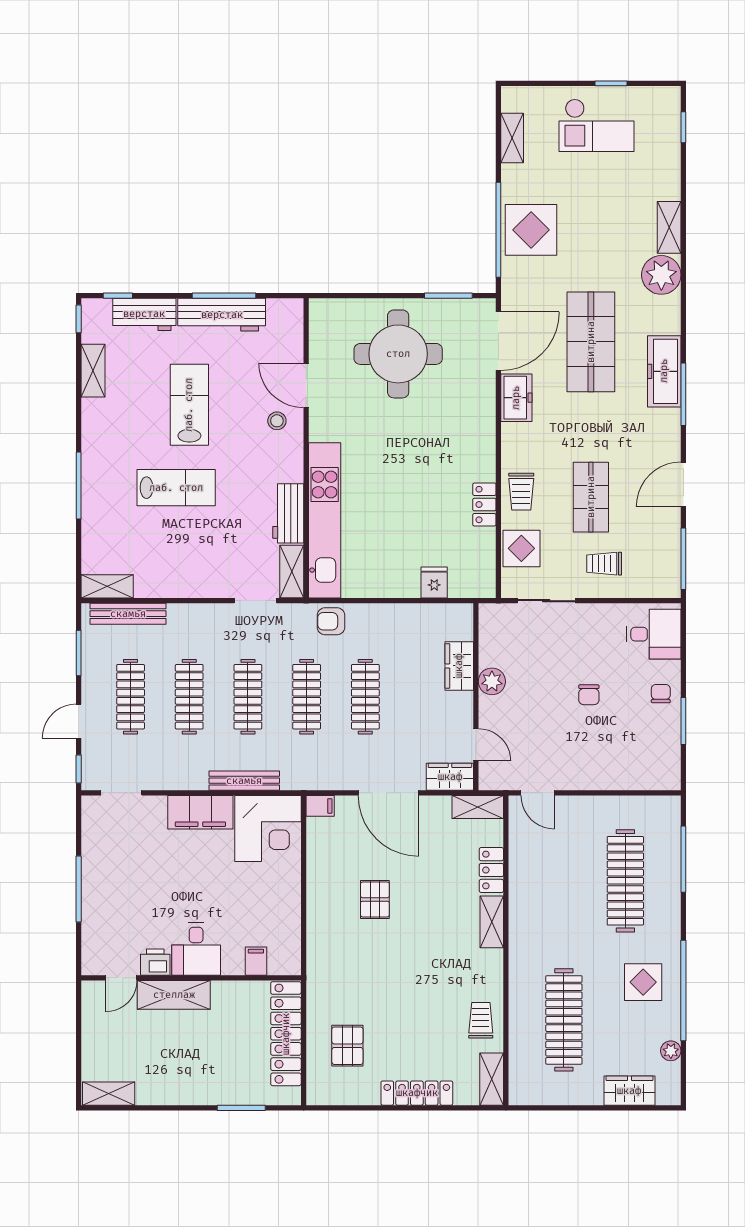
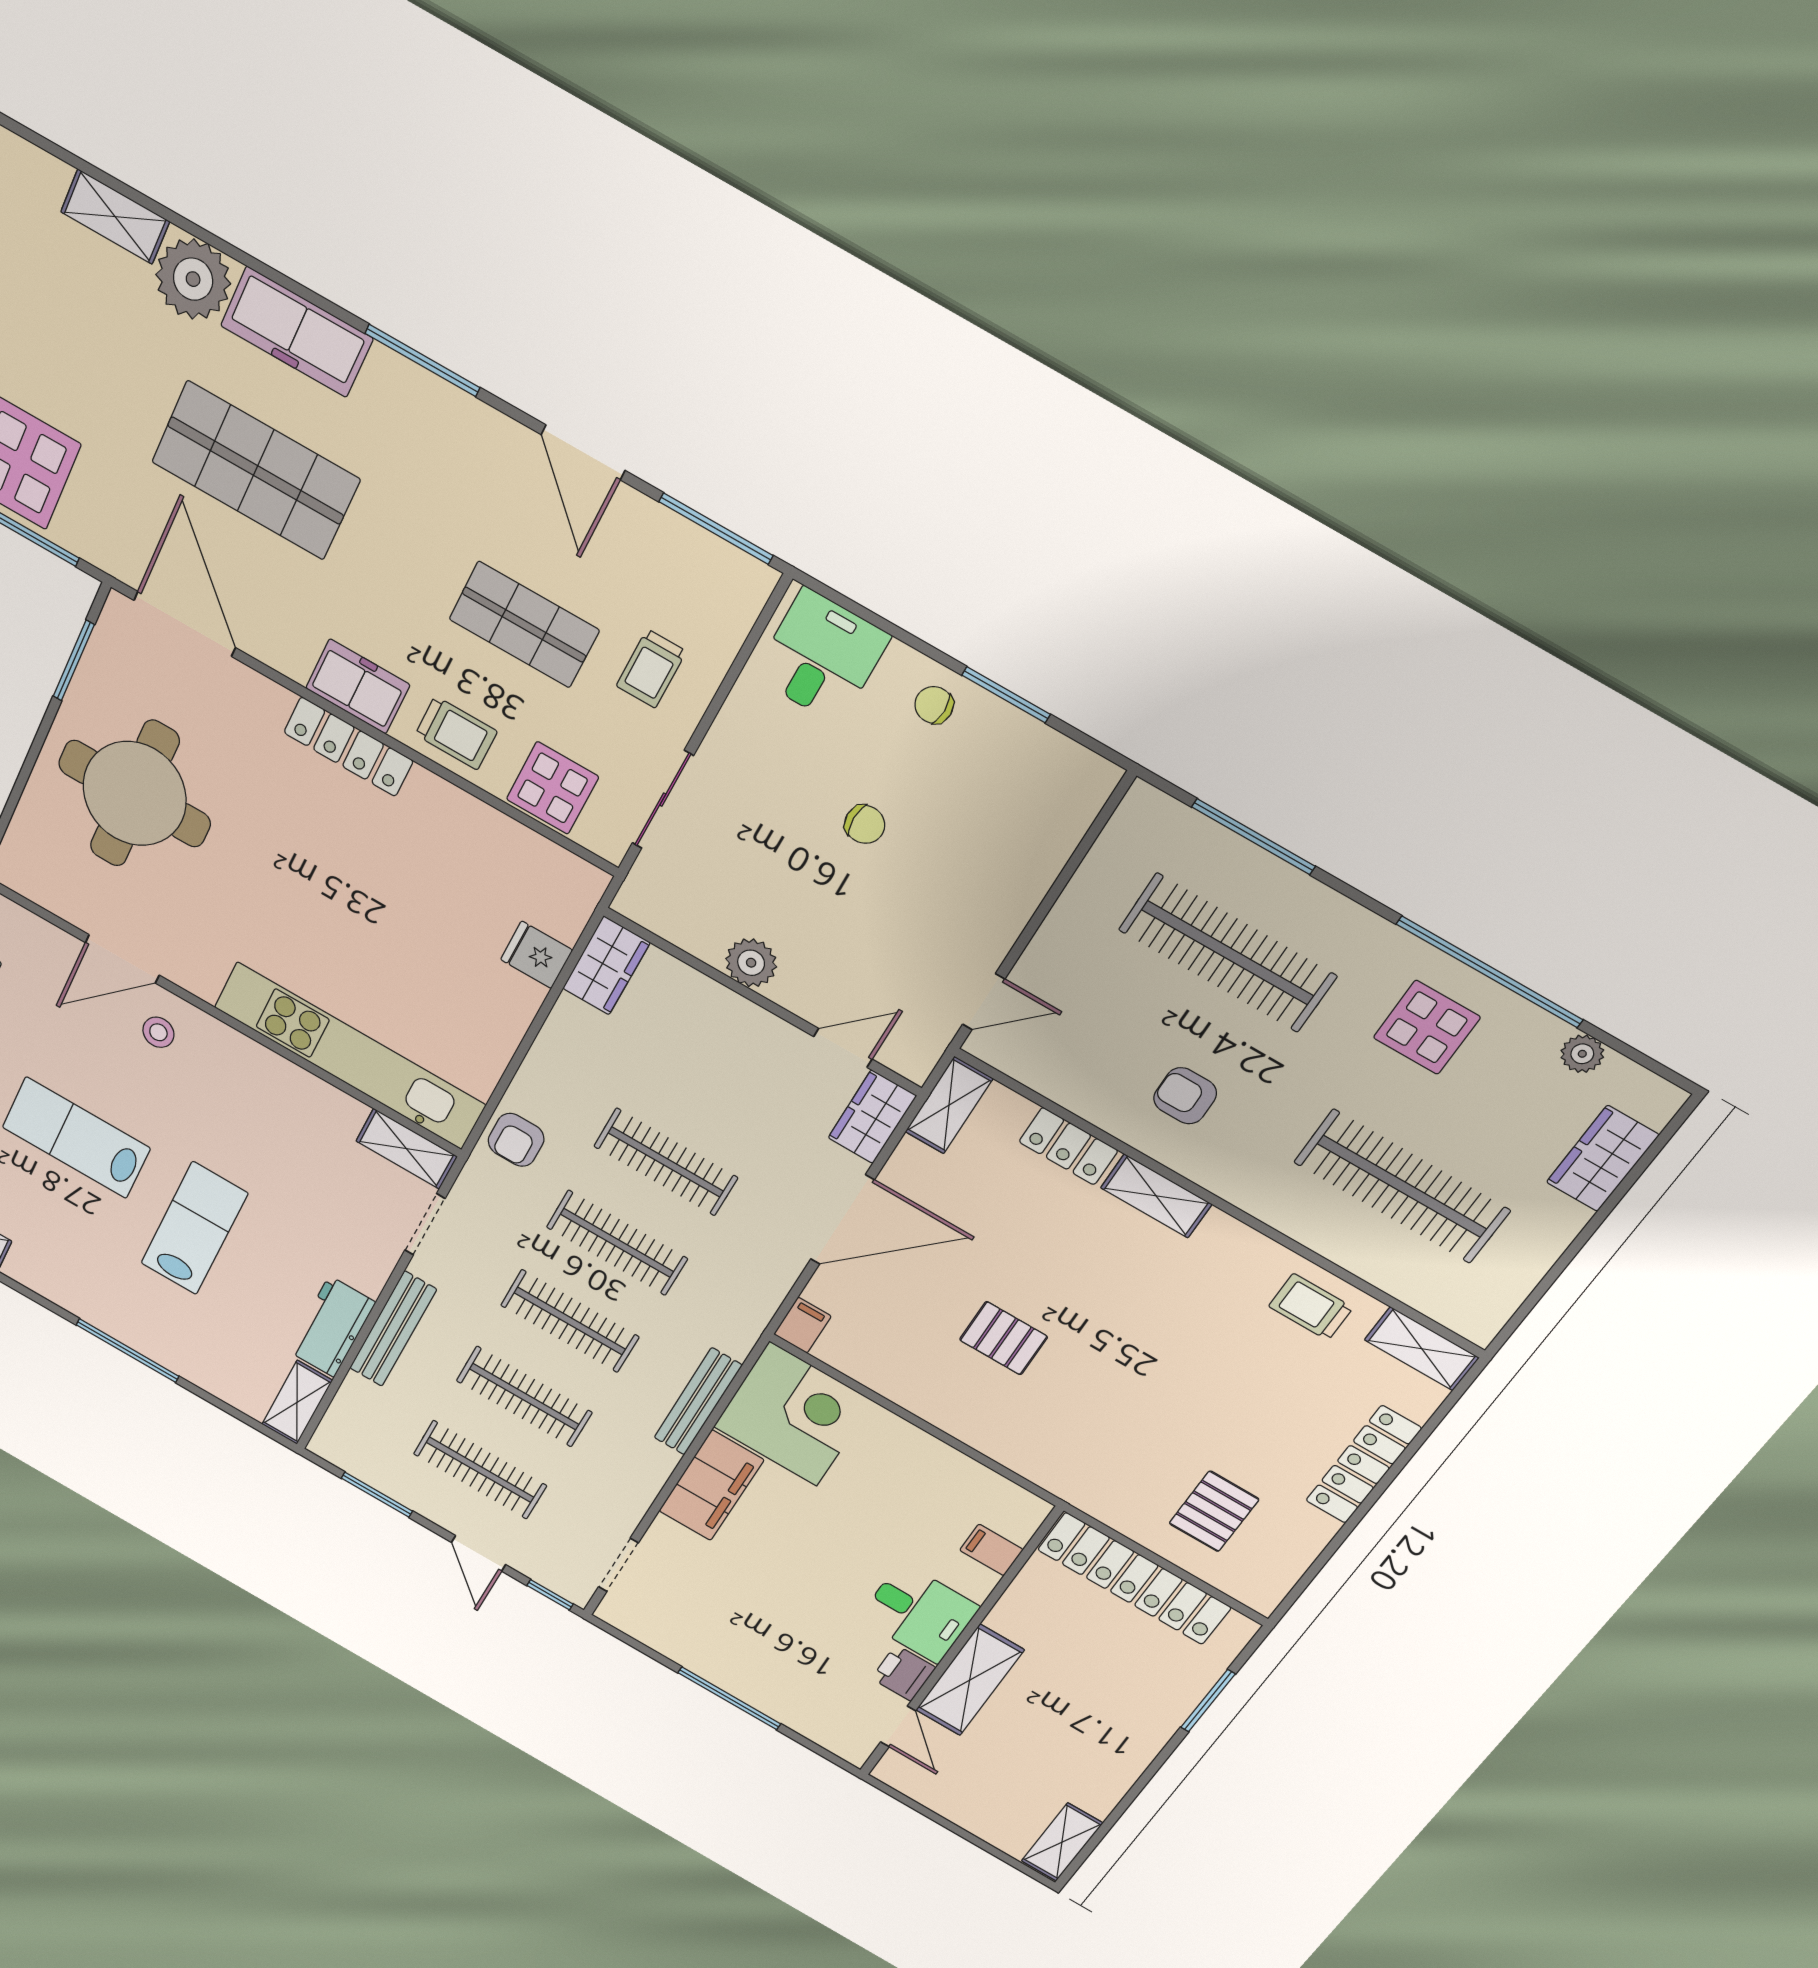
freezer: (664, 371) -> (297, 332), moved
freezer: (516, 398) -> (358, 686), moved
locker: (484, 505) -> (348, 747), moved, width x1.53
workbench: (288, 513) -> (332, 1327), moved, turned 90
bench: (128, 614) -> (393, 1329), moved
wardrobe: (459, 666) -> (606, 966), moved, turned -90
armchair: (548, 904) -> (1185, 1096), added
pallet: (347, 1046) -> (1214, 1511), turned 90

